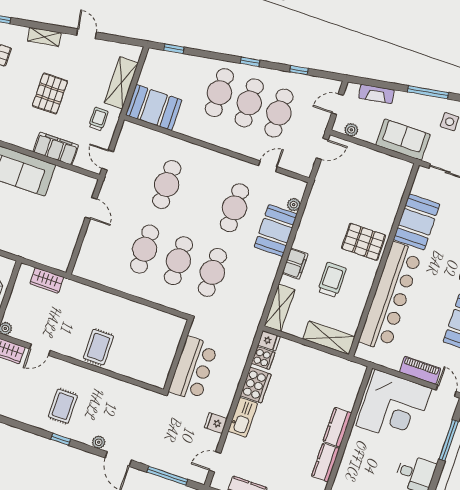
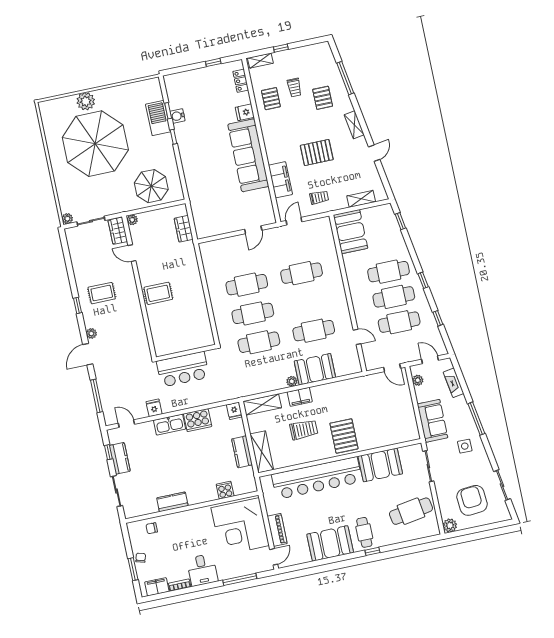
shelving: (121, 83) -> (361, 199), width x0.67, depth x0.75
plant: (294, 205) -> (292, 381), moved
cooker: (263, 358) -> (225, 490), moved, turned 180
kitchen counter: (337, 427) -> (242, 452), moved, turned -90

